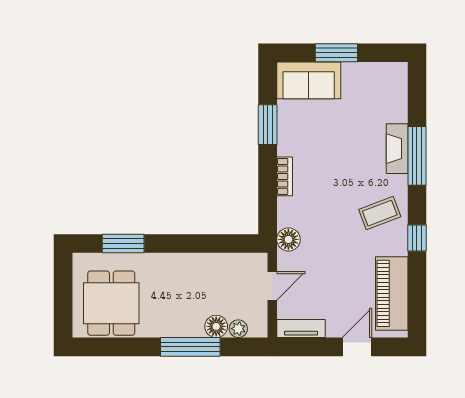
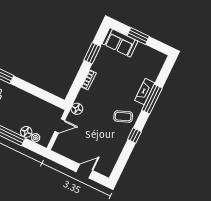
piano: (392, 293) -> (111, 155), removed
tv unit: (301, 328) -> (63, 151), removed

